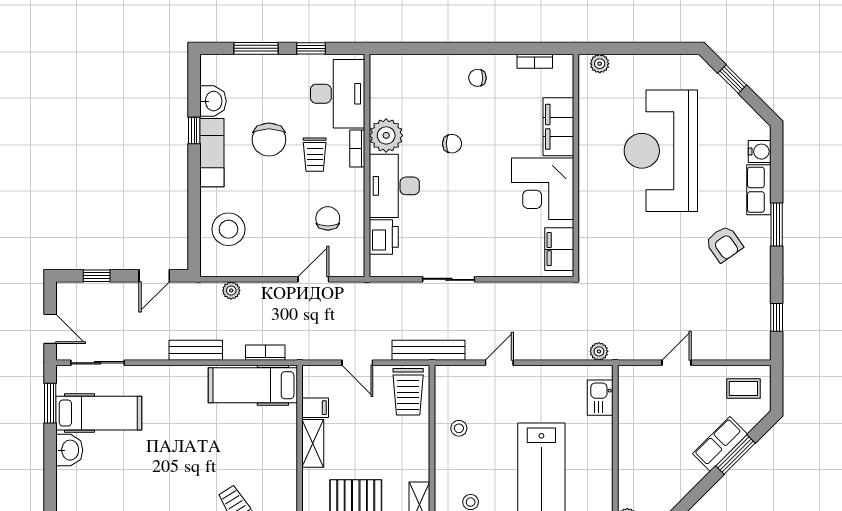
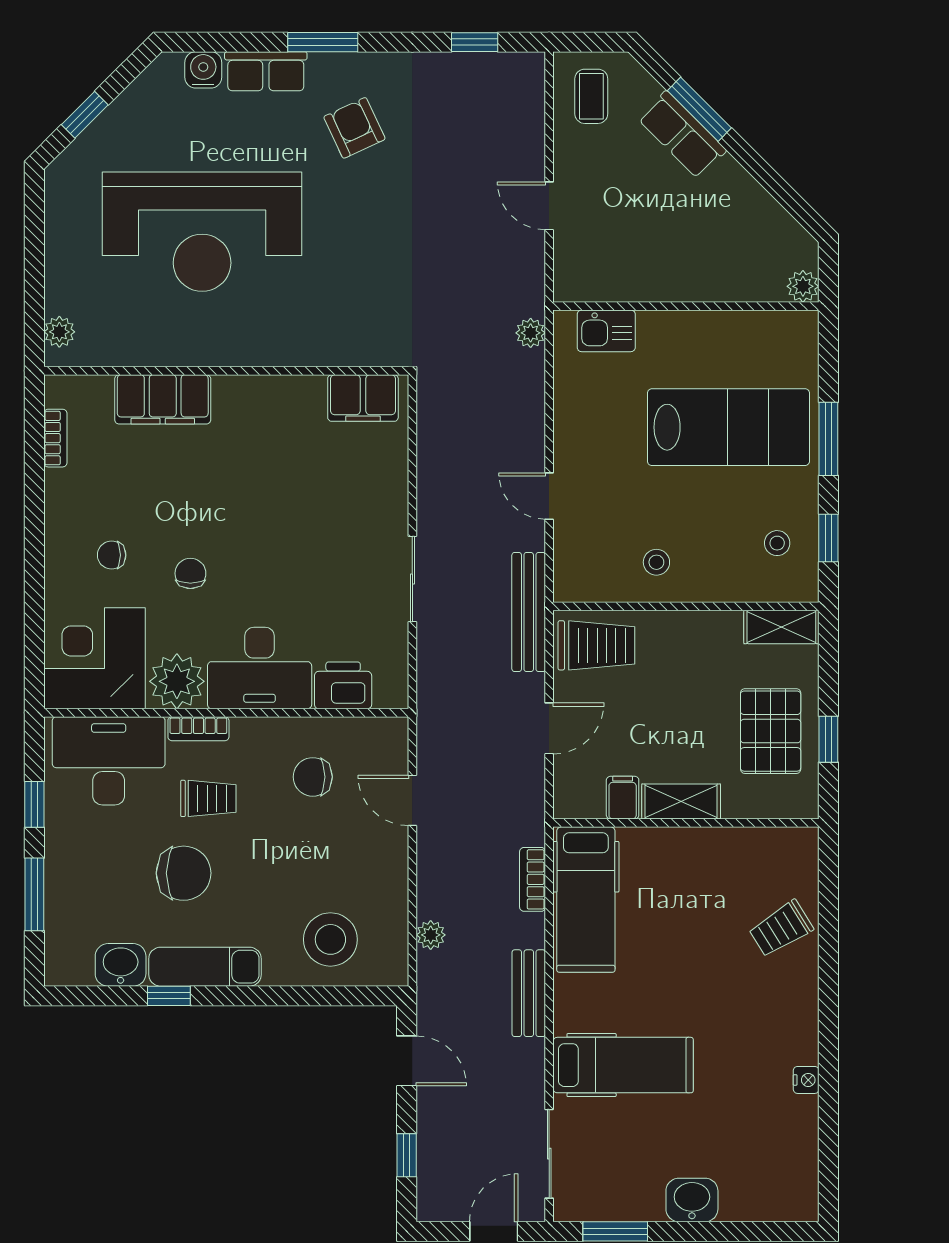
chair: (477, 78) -> (112, 555), moved, turned 90
corner desk: (543, 189) -> (95, 658), moved, turned 180
armchair: (724, 244) -> (354, 128), turned -80
hospital bed: (99, 413) -> (623, 1065), moved, turned 90

